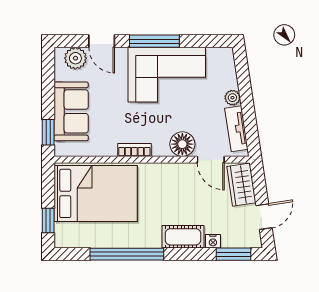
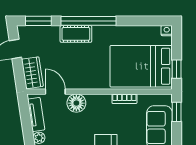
bookcase: (134, 150) -> (124, 99), moved
window: (48, 221) -> (177, 69), moved
nightstand: (213, 241) -> (167, 31), moved
window: (127, 254) -> (88, 21), moved

